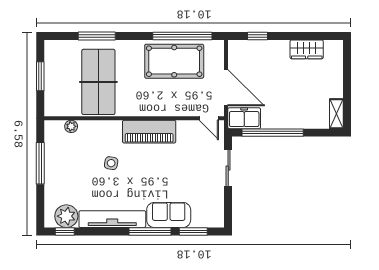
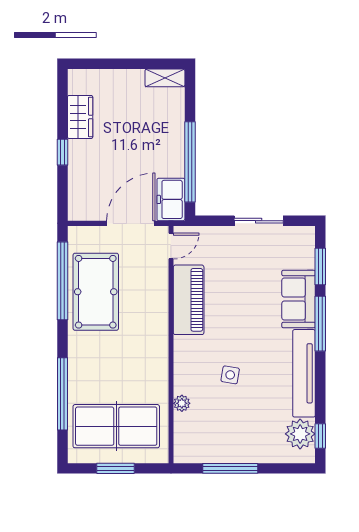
window: (97, 36) -> (62, 394), width x1.46
window: (258, 36) -> (62, 152), moved
table tennis table: (98, 82) -> (116, 426), moved
plant: (71, 126) -> (182, 403), moved
piano: (149, 132) -> (189, 300), moved
sliding door: (228, 168) -> (259, 221), moved

